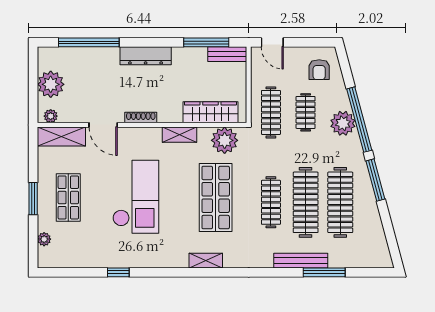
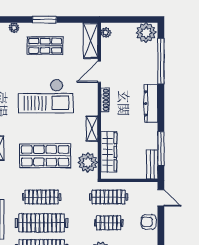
door: (272, 42) -> (161, 198), swing flipped
armchair: (319, 70) -> (149, 222), moved
plant: (51, 84) -> (146, 33), moved

